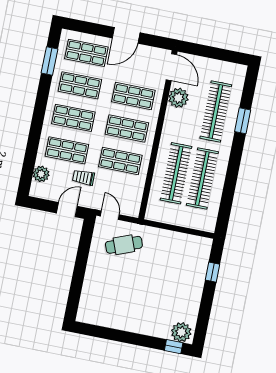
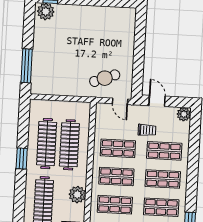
plant: (178, 98) -> (77, 195), moved
window: (243, 121) -> (22, 158), moved
plant: (41, 174) -> (184, 114), moved
door: (67, 210) -> (157, 101), swing flipped
window: (212, 272) -> (27, 66), width x2.17

